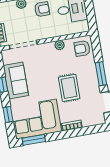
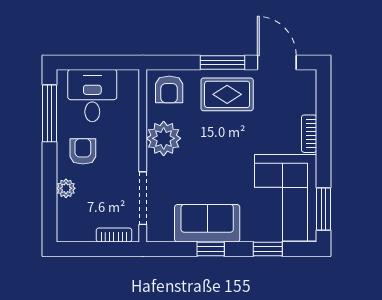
plant: (60, 45) -> (164, 138), width x1.88, depth x1.88
rug: (69, 88) -> (227, 94), moved

